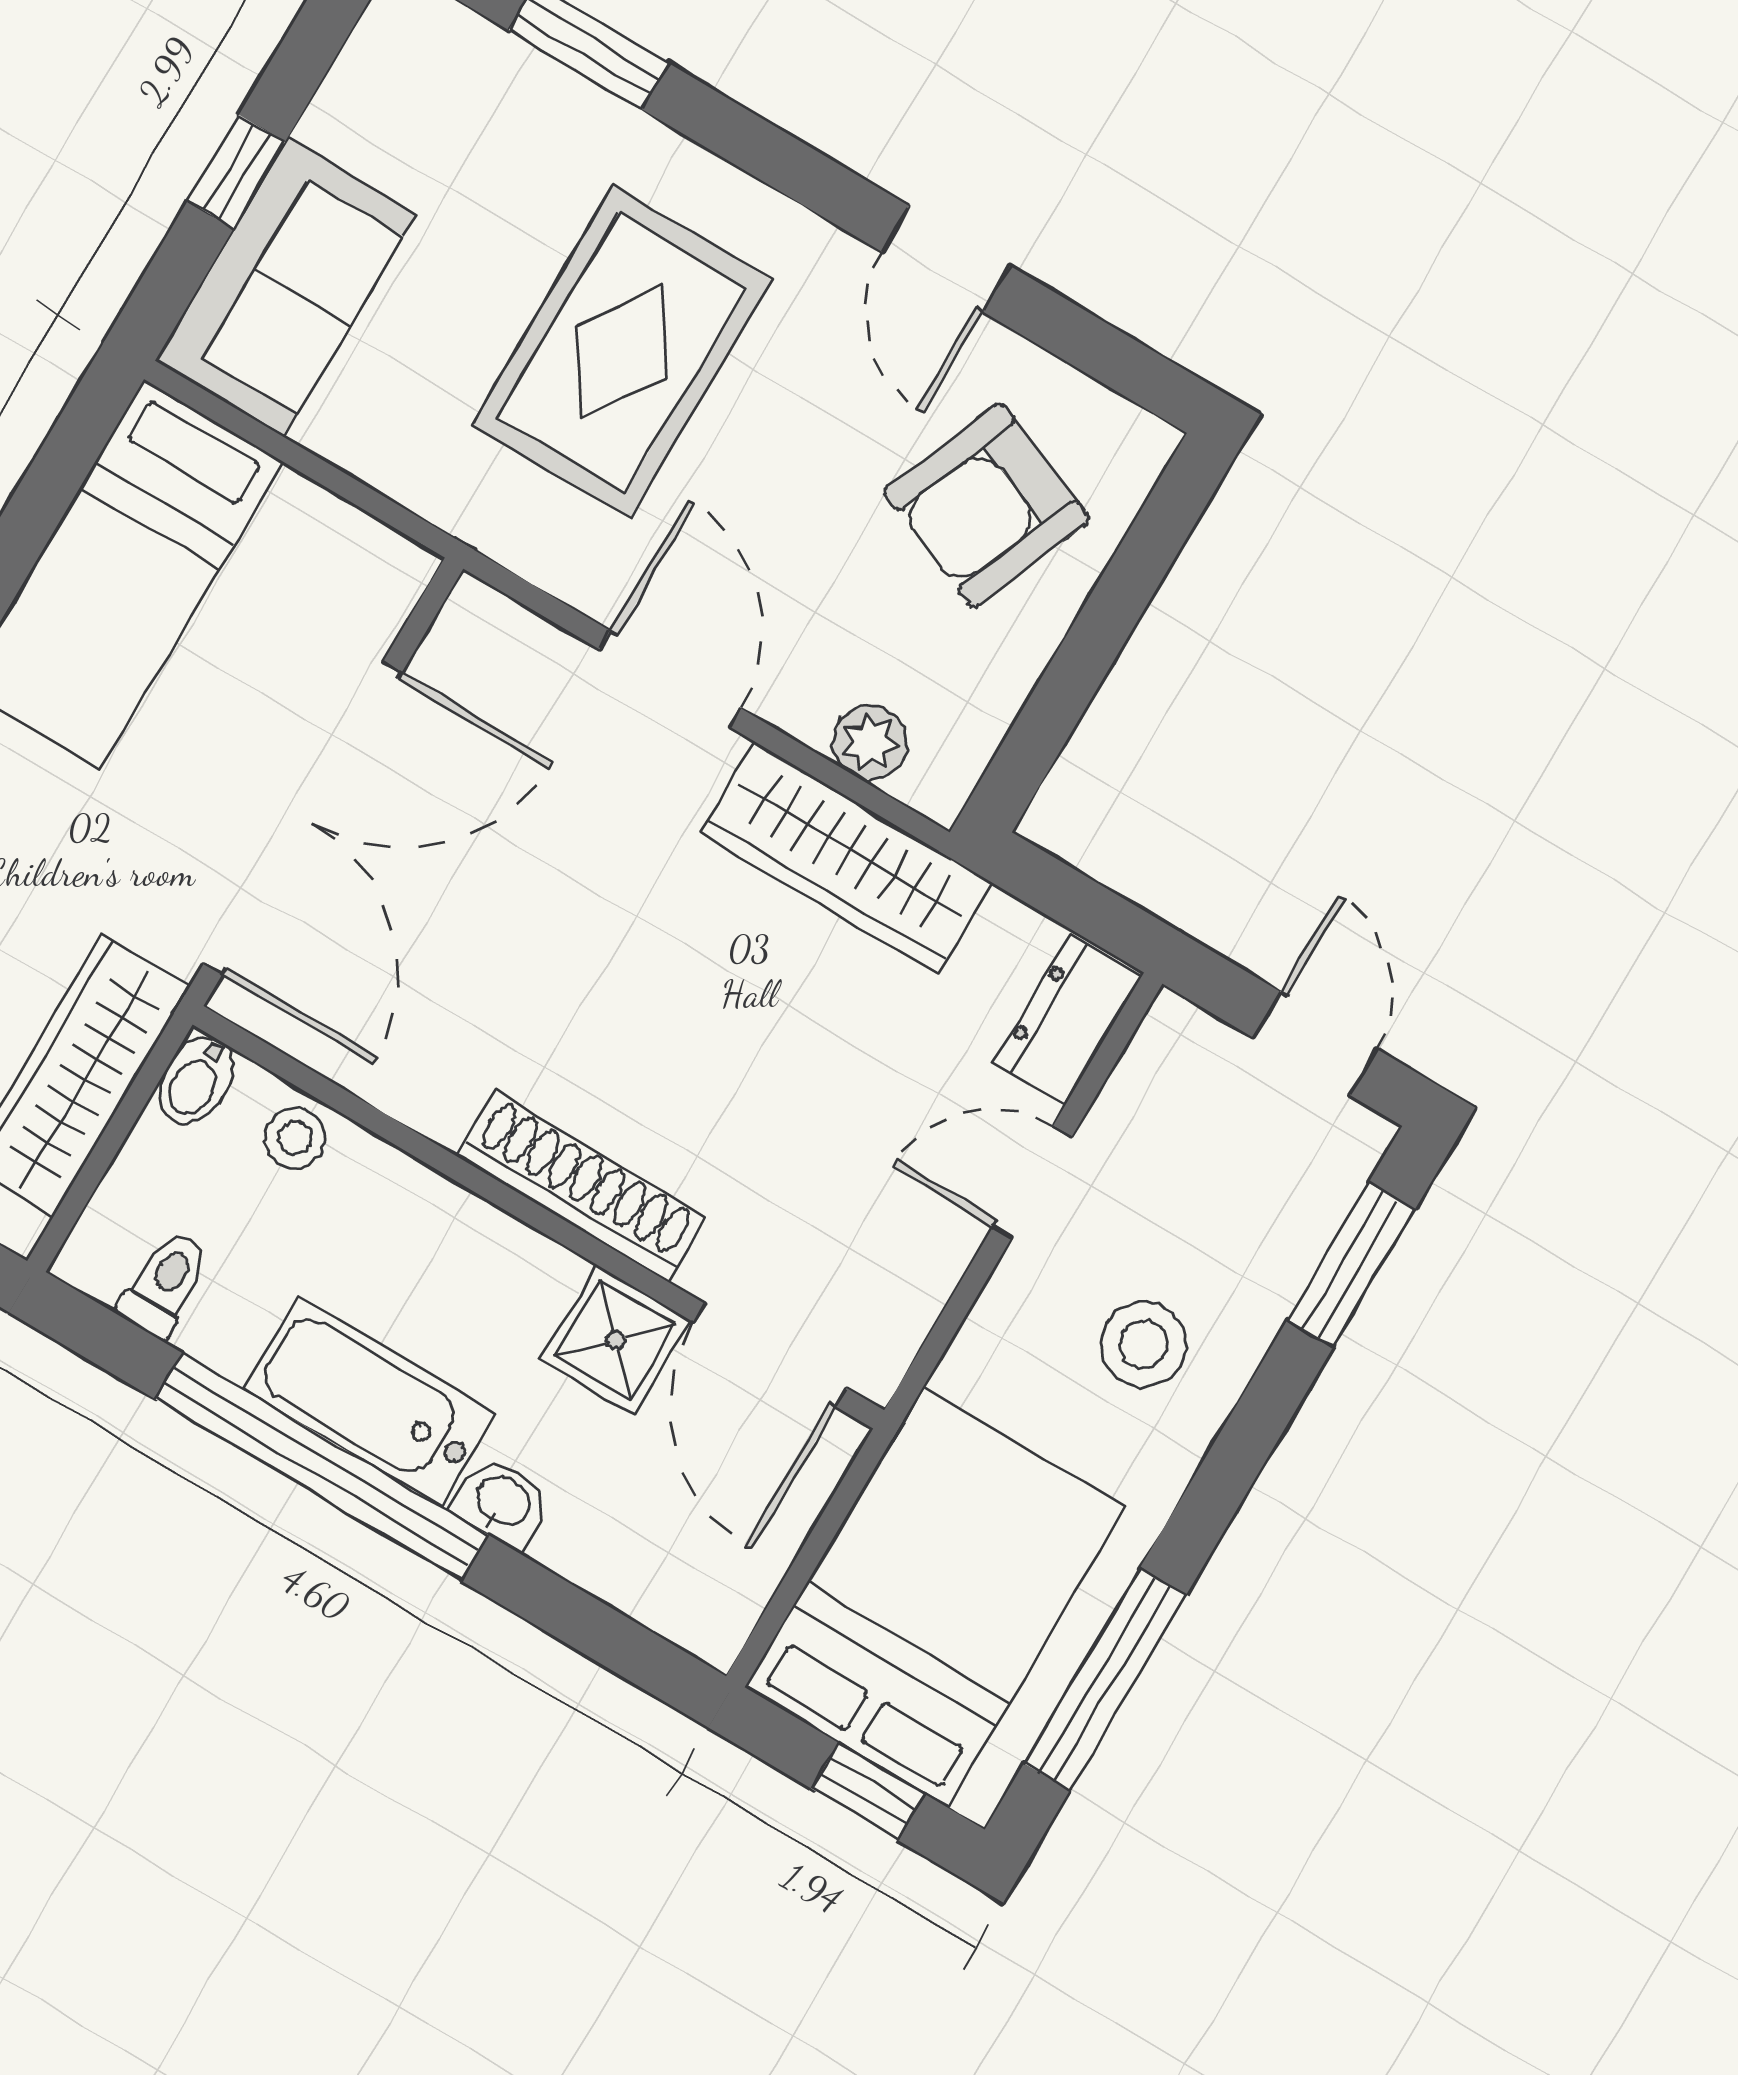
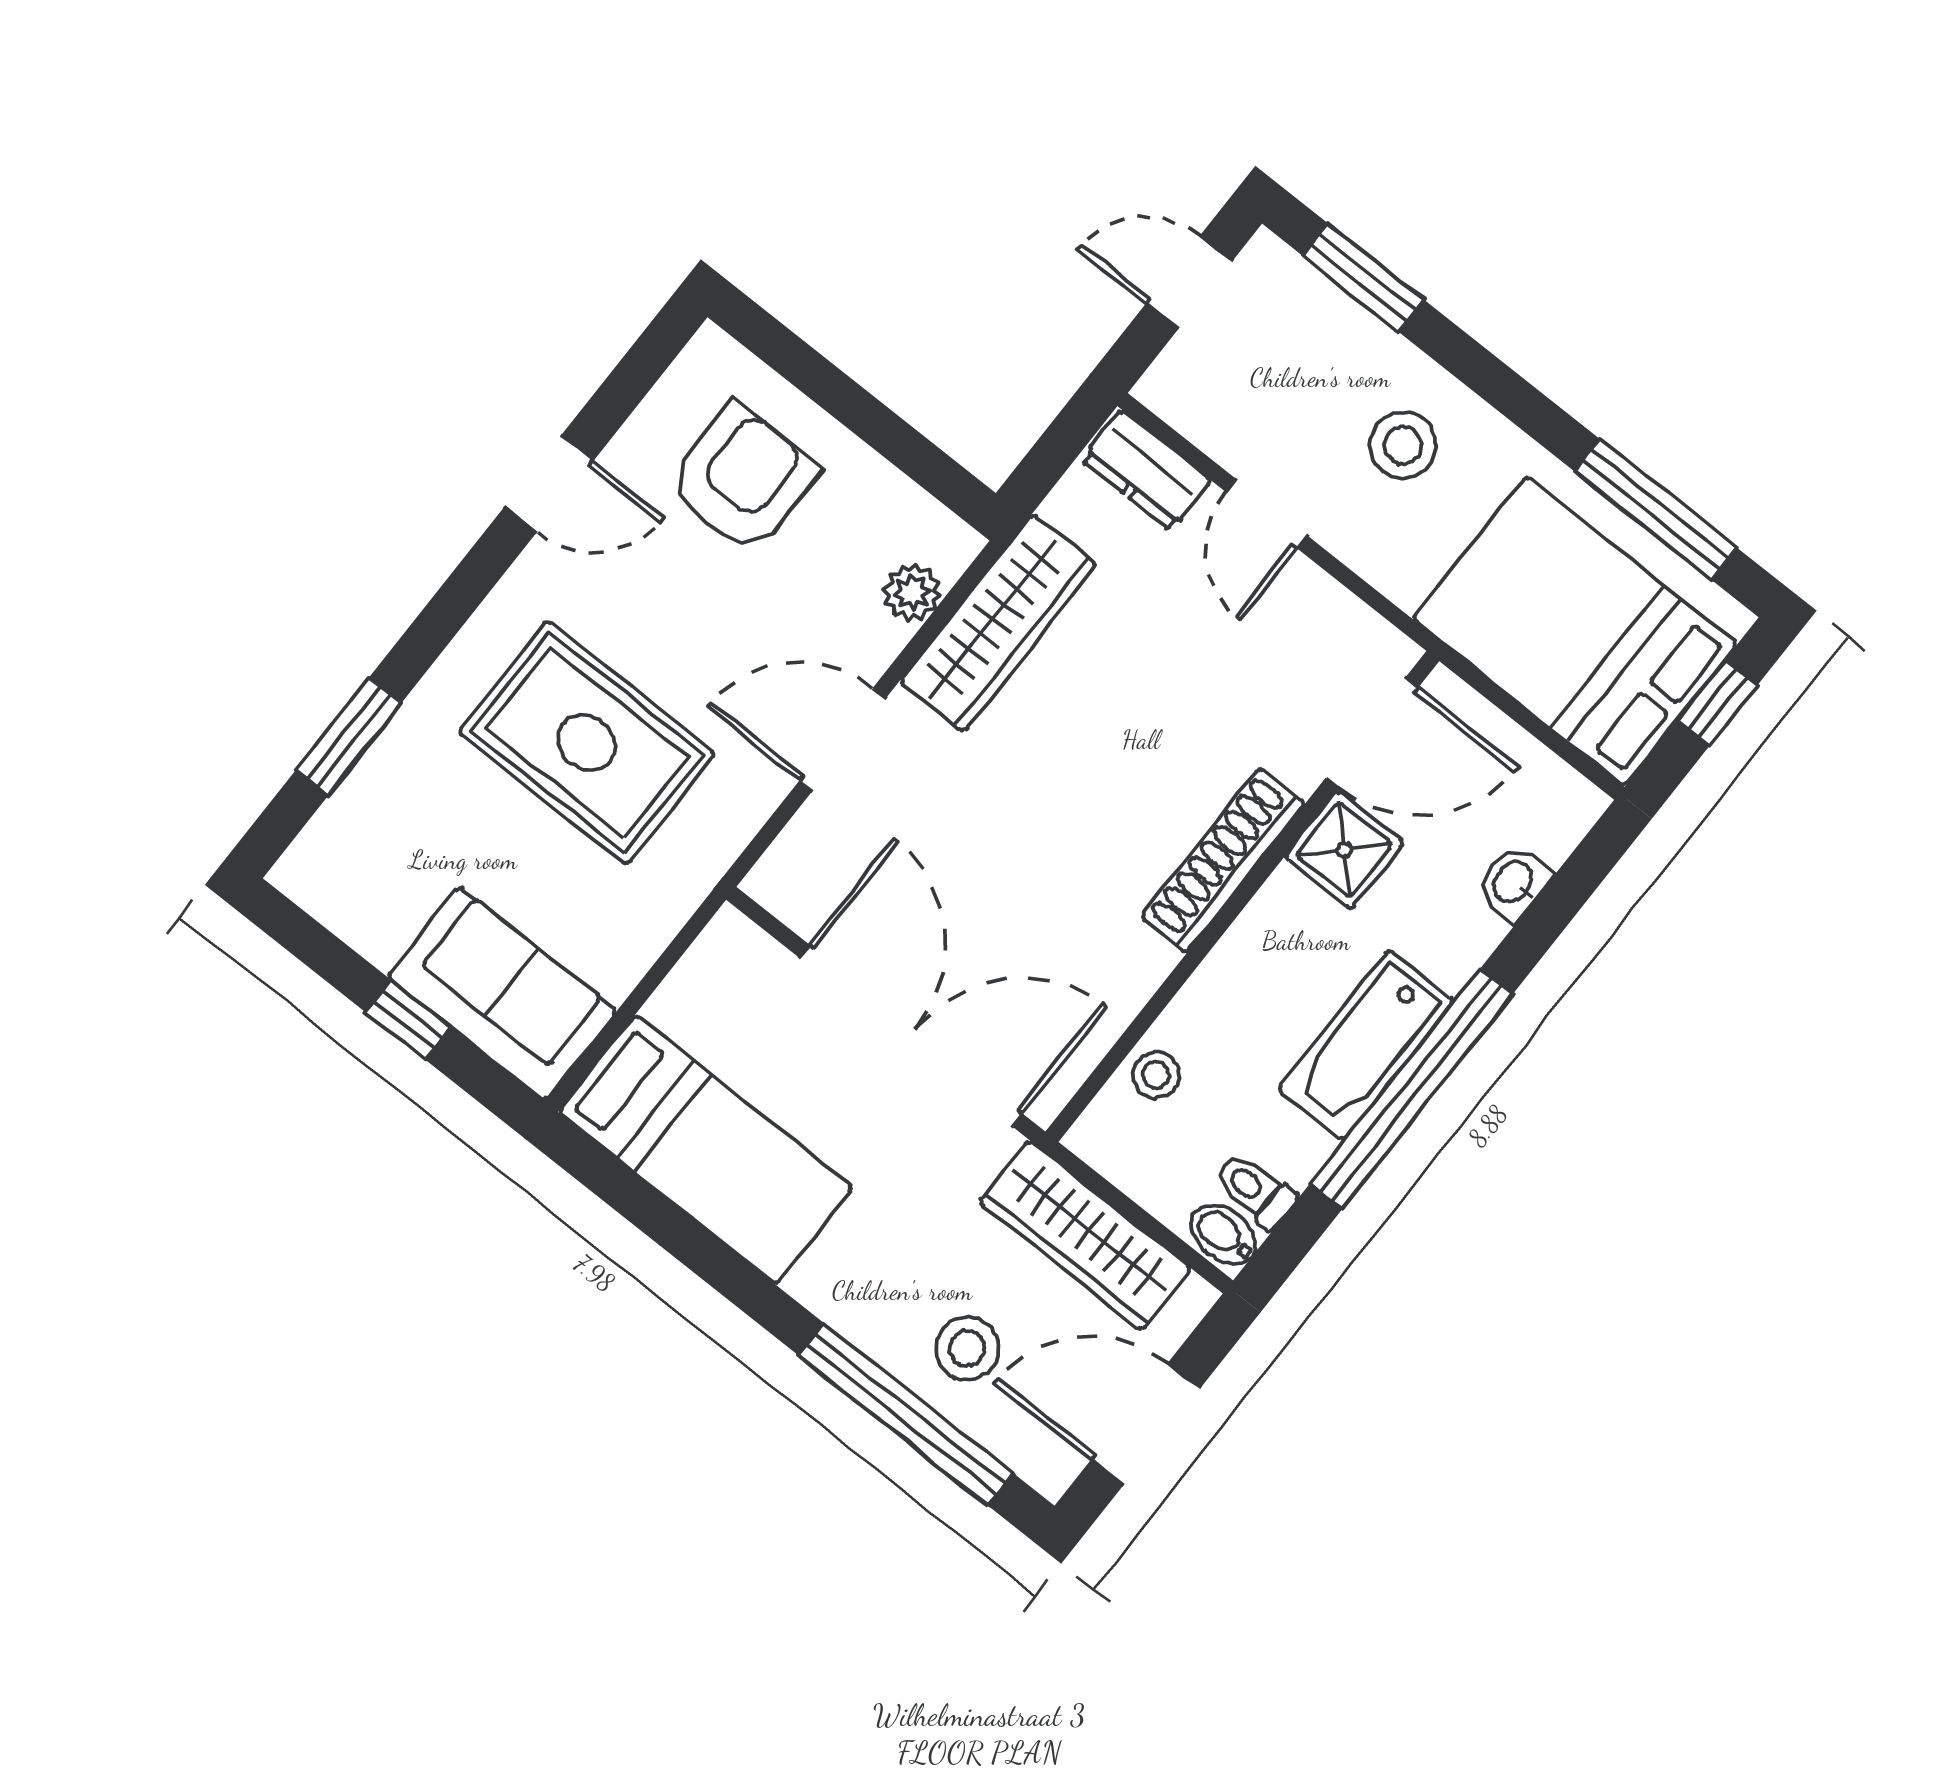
armchair: (987, 505) -> (742, 478), turned -112
bidet: (196, 1081) -> (1224, 1235), moved, turned 180
washbasin: (502, 1502) -> (1514, 883), moved

